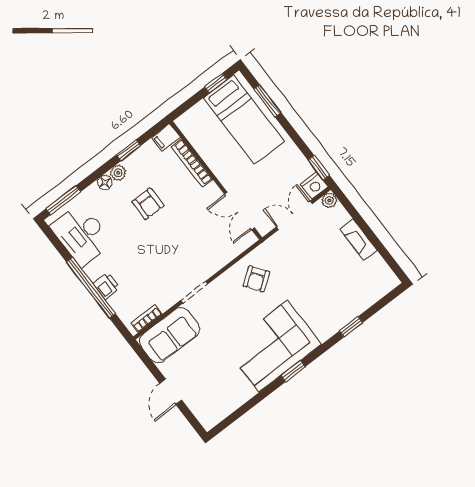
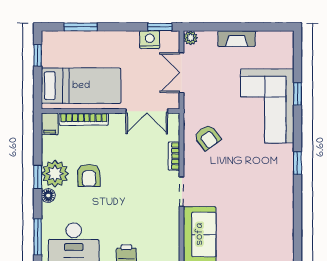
bed: (244, 120) -> (81, 86), moved
window: (128, 150) -> (38, 177), moved
plant: (118, 173) -> (55, 174), width x1.87, depth x1.87
nightstand: (314, 185) -> (150, 40), moved, turned -90
armchair: (148, 204) -> (89, 175), turned 90
bookcase: (147, 319) -> (174, 156), moved
corner sofa: (273, 346) -> (267, 106), moved

